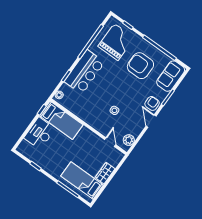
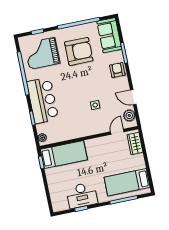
grand piano: (116, 42) -> (42, 53), turned -90
armchair: (140, 66) -> (79, 51), turned 180
door: (151, 121) -> (133, 97), moved
desk: (40, 133) -> (82, 195), moved, turned -90
door: (110, 142) -> (117, 132), hinge flipped
wardrobe: (105, 173) -> (135, 144), moved

